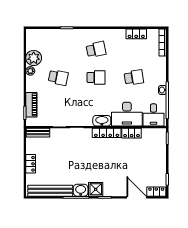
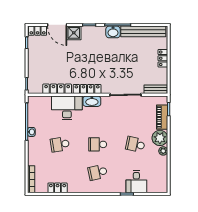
plant: (34, 58) -> (160, 138), moved
desk: (153, 115) -> (136, 182), moved, turned 180
locker: (132, 133) -> (57, 89), width x1.53
shower: (96, 189) -> (74, 33), moved

